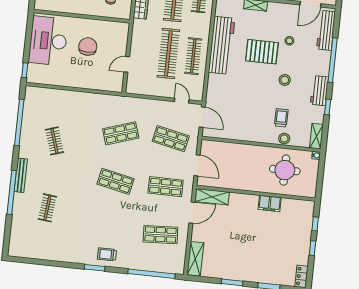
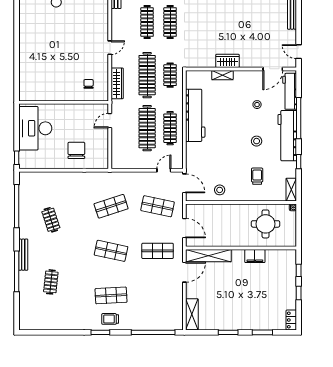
chair: (88, 47) -> (76, 150), moved
pallet: (262, 52) -> (233, 117), removed
door: (127, 64) -> (110, 121), moved
workbench: (319, 91) -> (287, 136), width x1.87, depth x1.32
door: (182, 101) -> (164, 170), hinge flipped
stool: (284, 139) -> (220, 190), moved
shelving: (212, 197) -> (208, 256), width x1.47
shop shelf: (160, 235) -> (111, 295), moved

